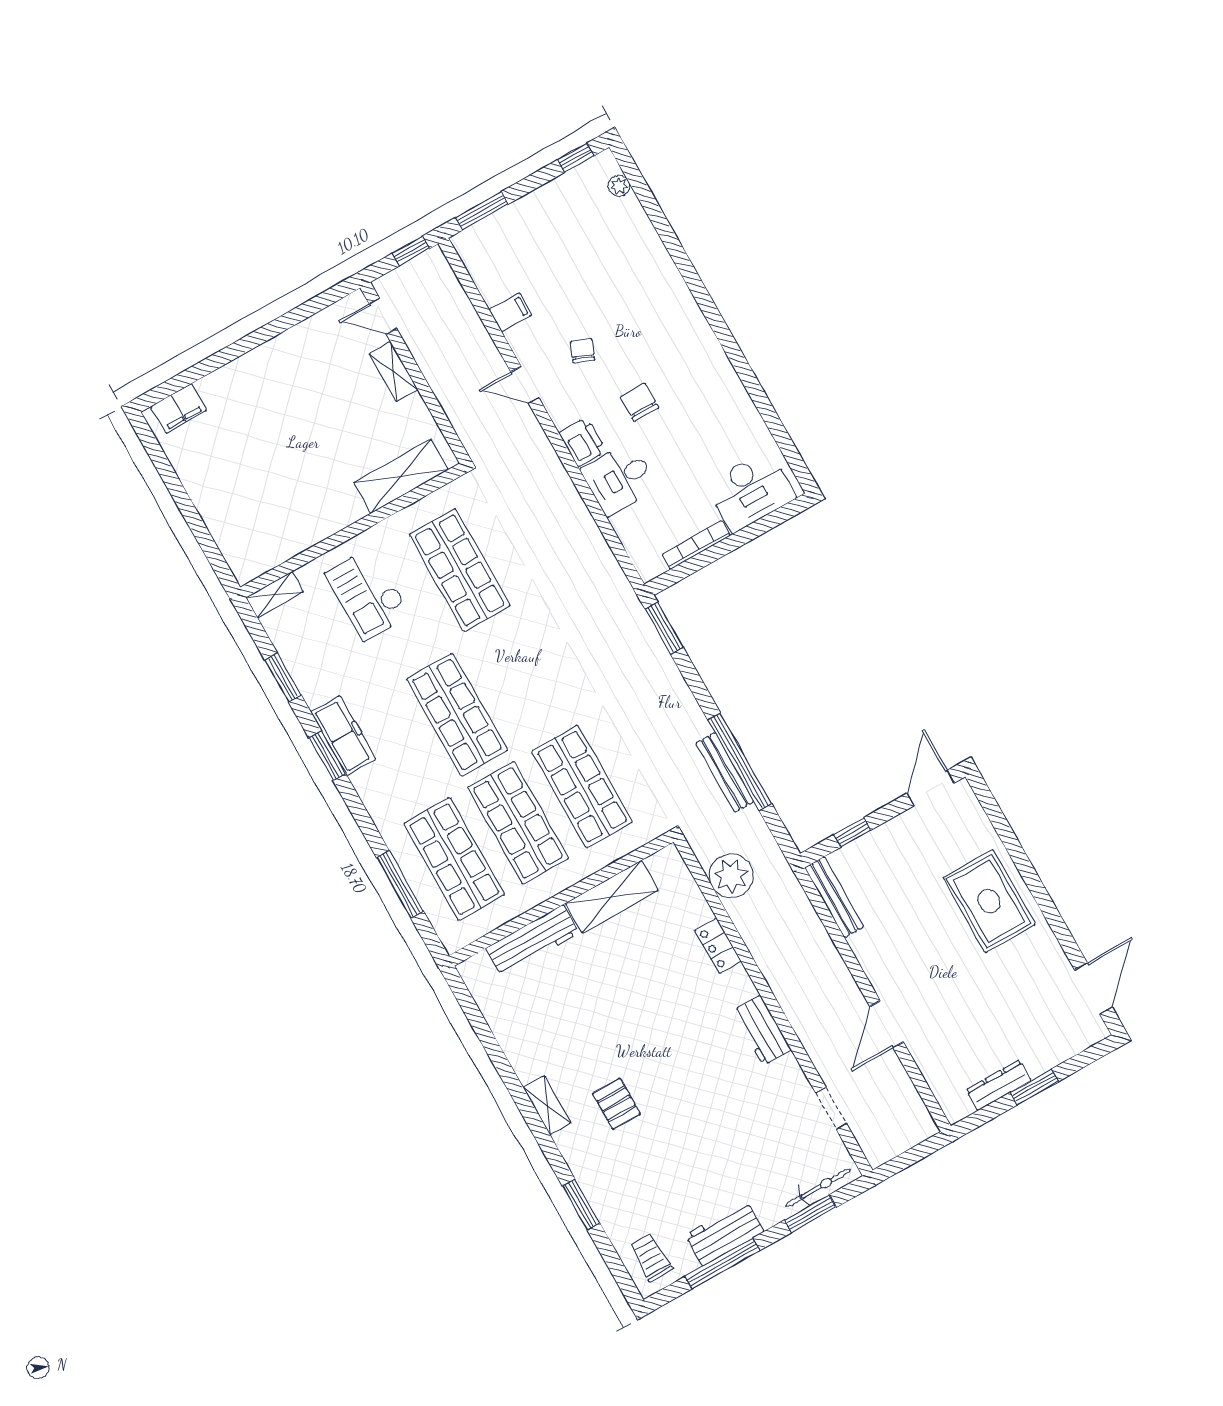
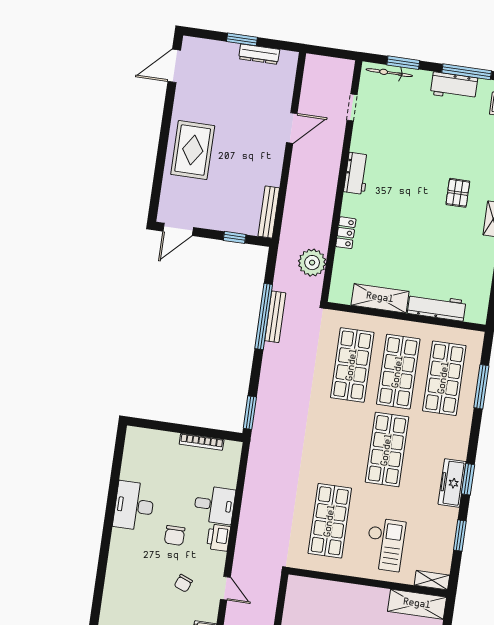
shelving: (401, 476) -> (417, 604), moved
desk: (750, 491) -> (134, 506), moved, turned -90

